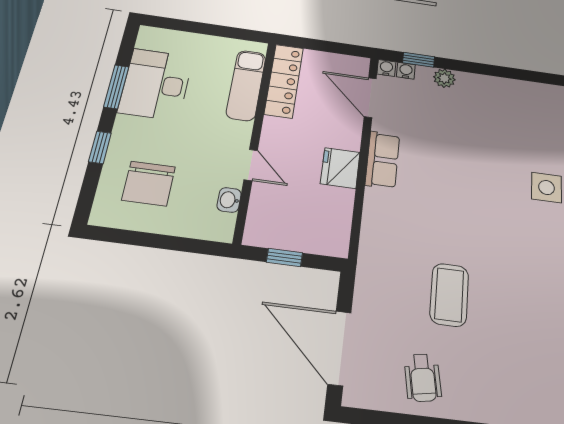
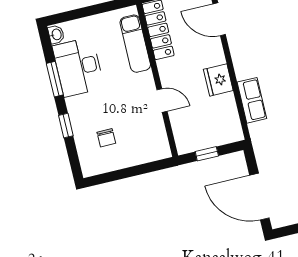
row of seats: (382, 160) -> (252, 100), moved
chair: (149, 183) -> (106, 138), width x0.54, depth x0.54
washbasin: (229, 200) -> (56, 34), moved, turned 180

